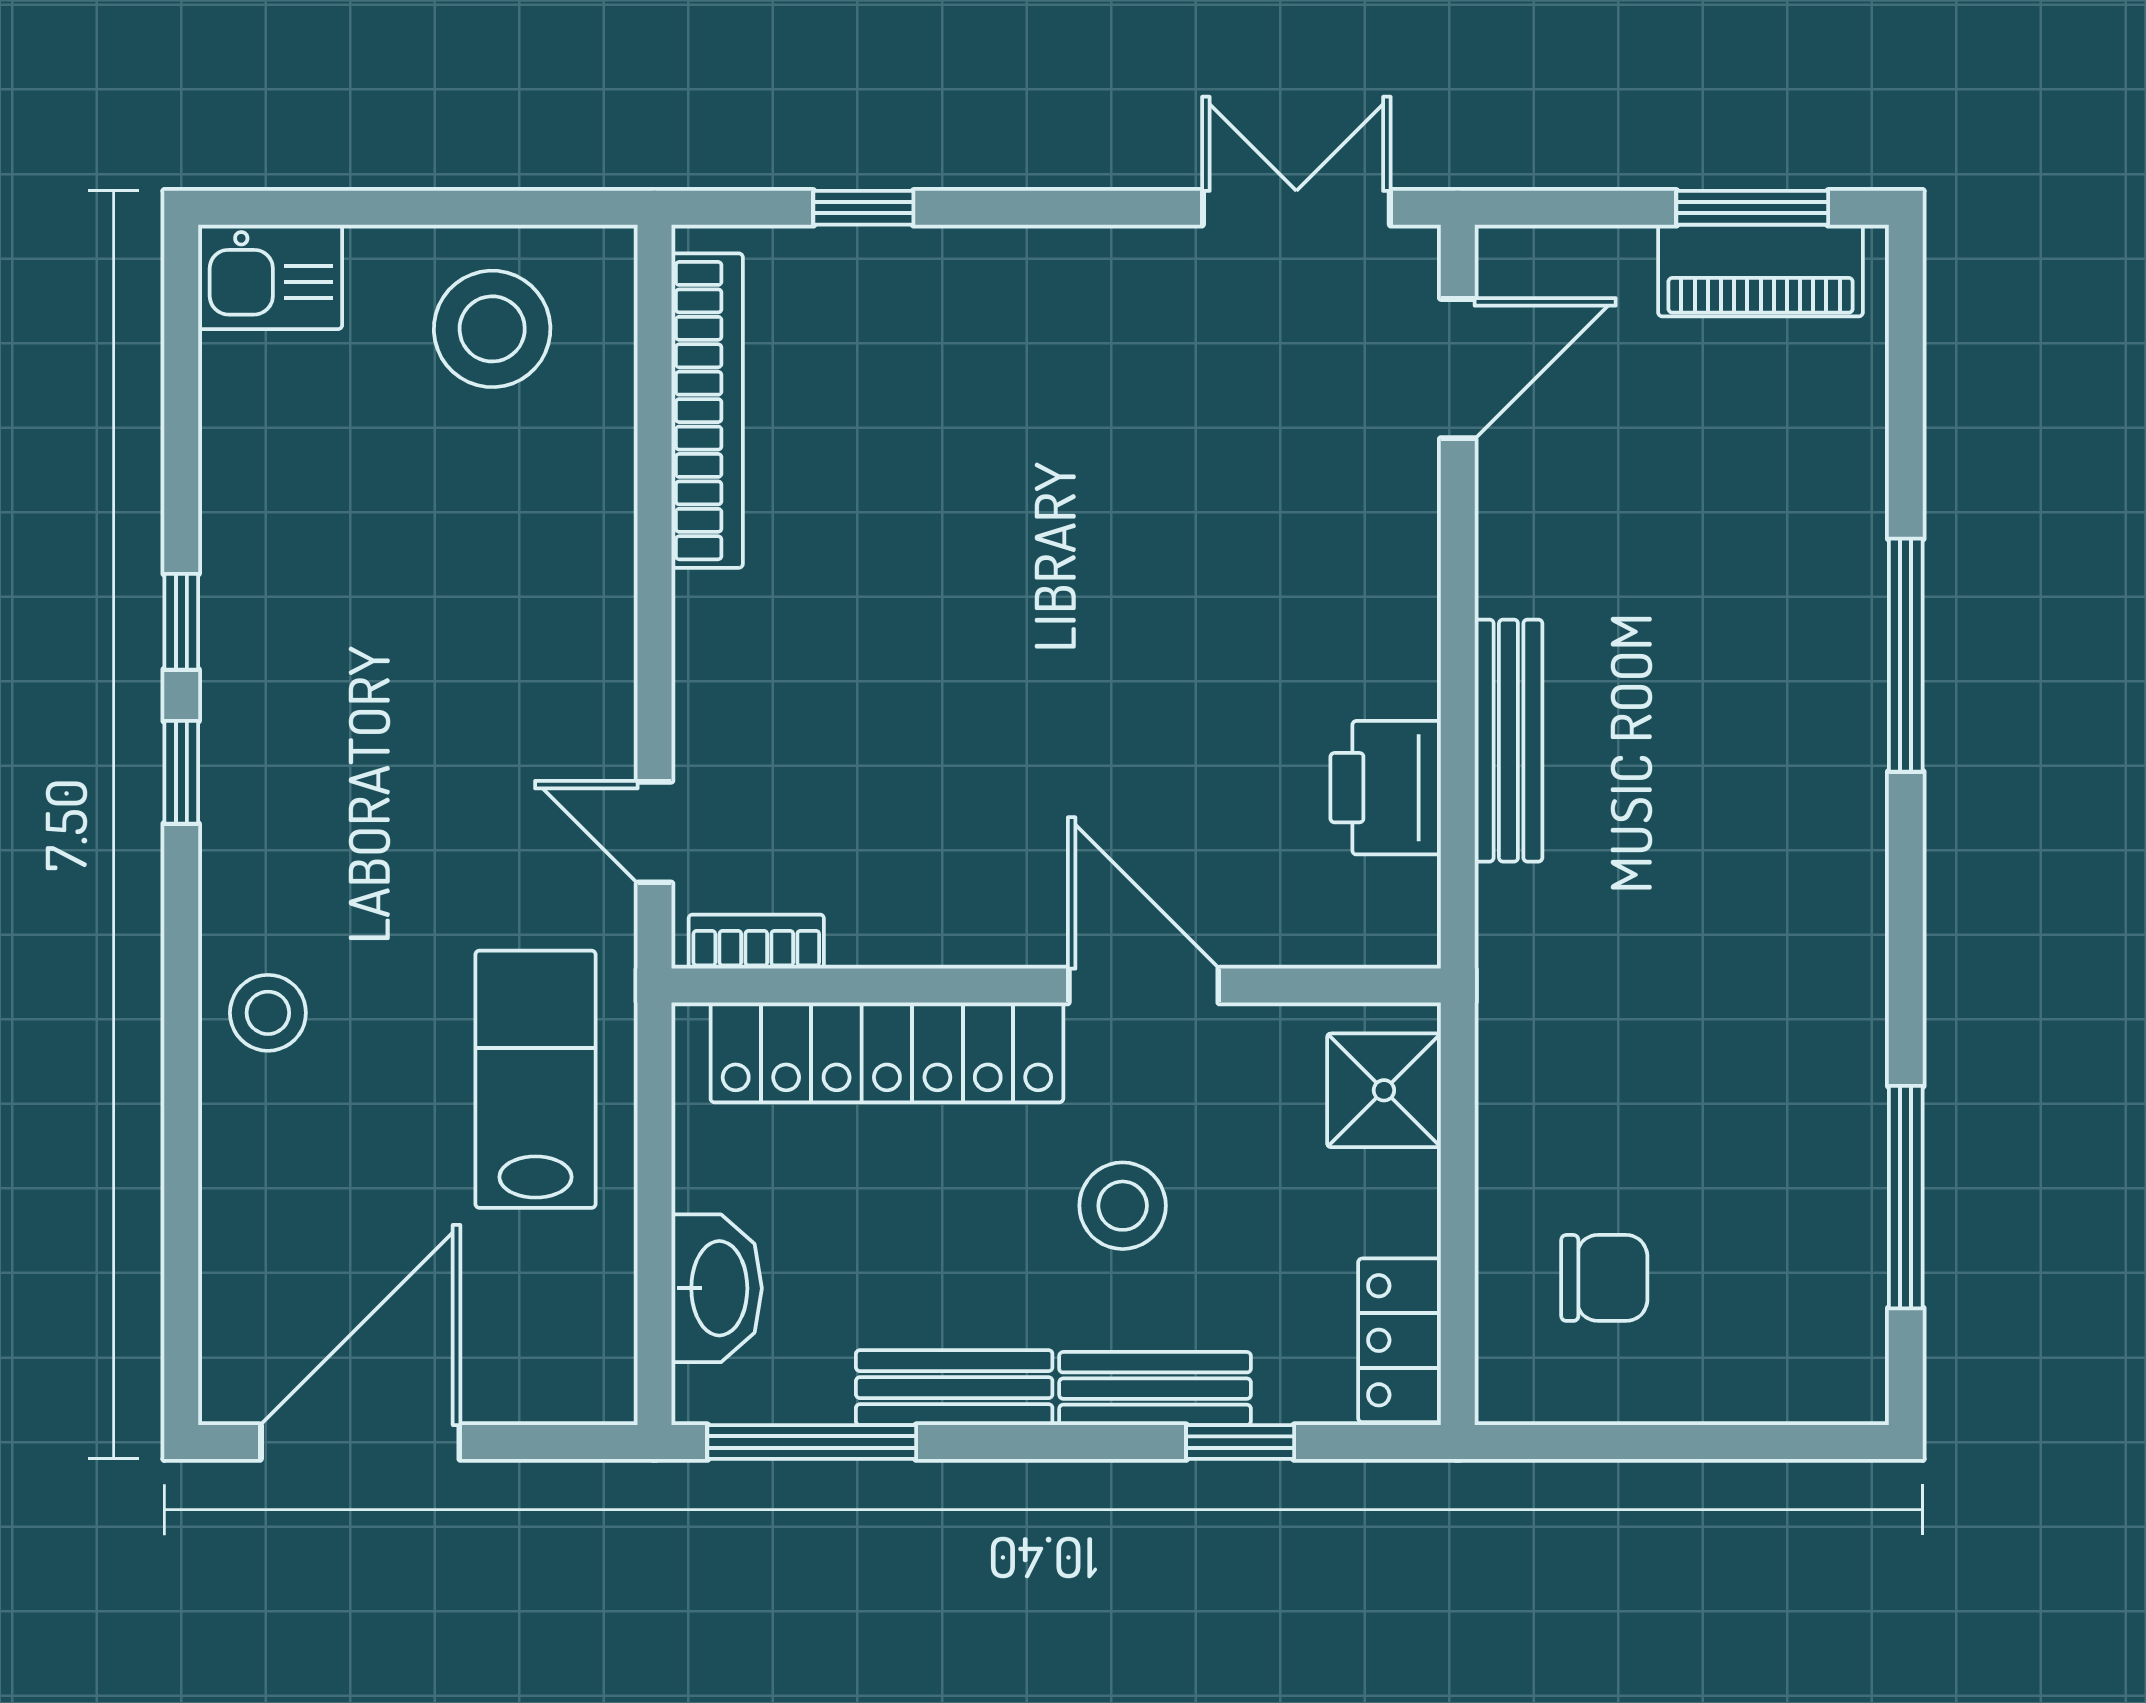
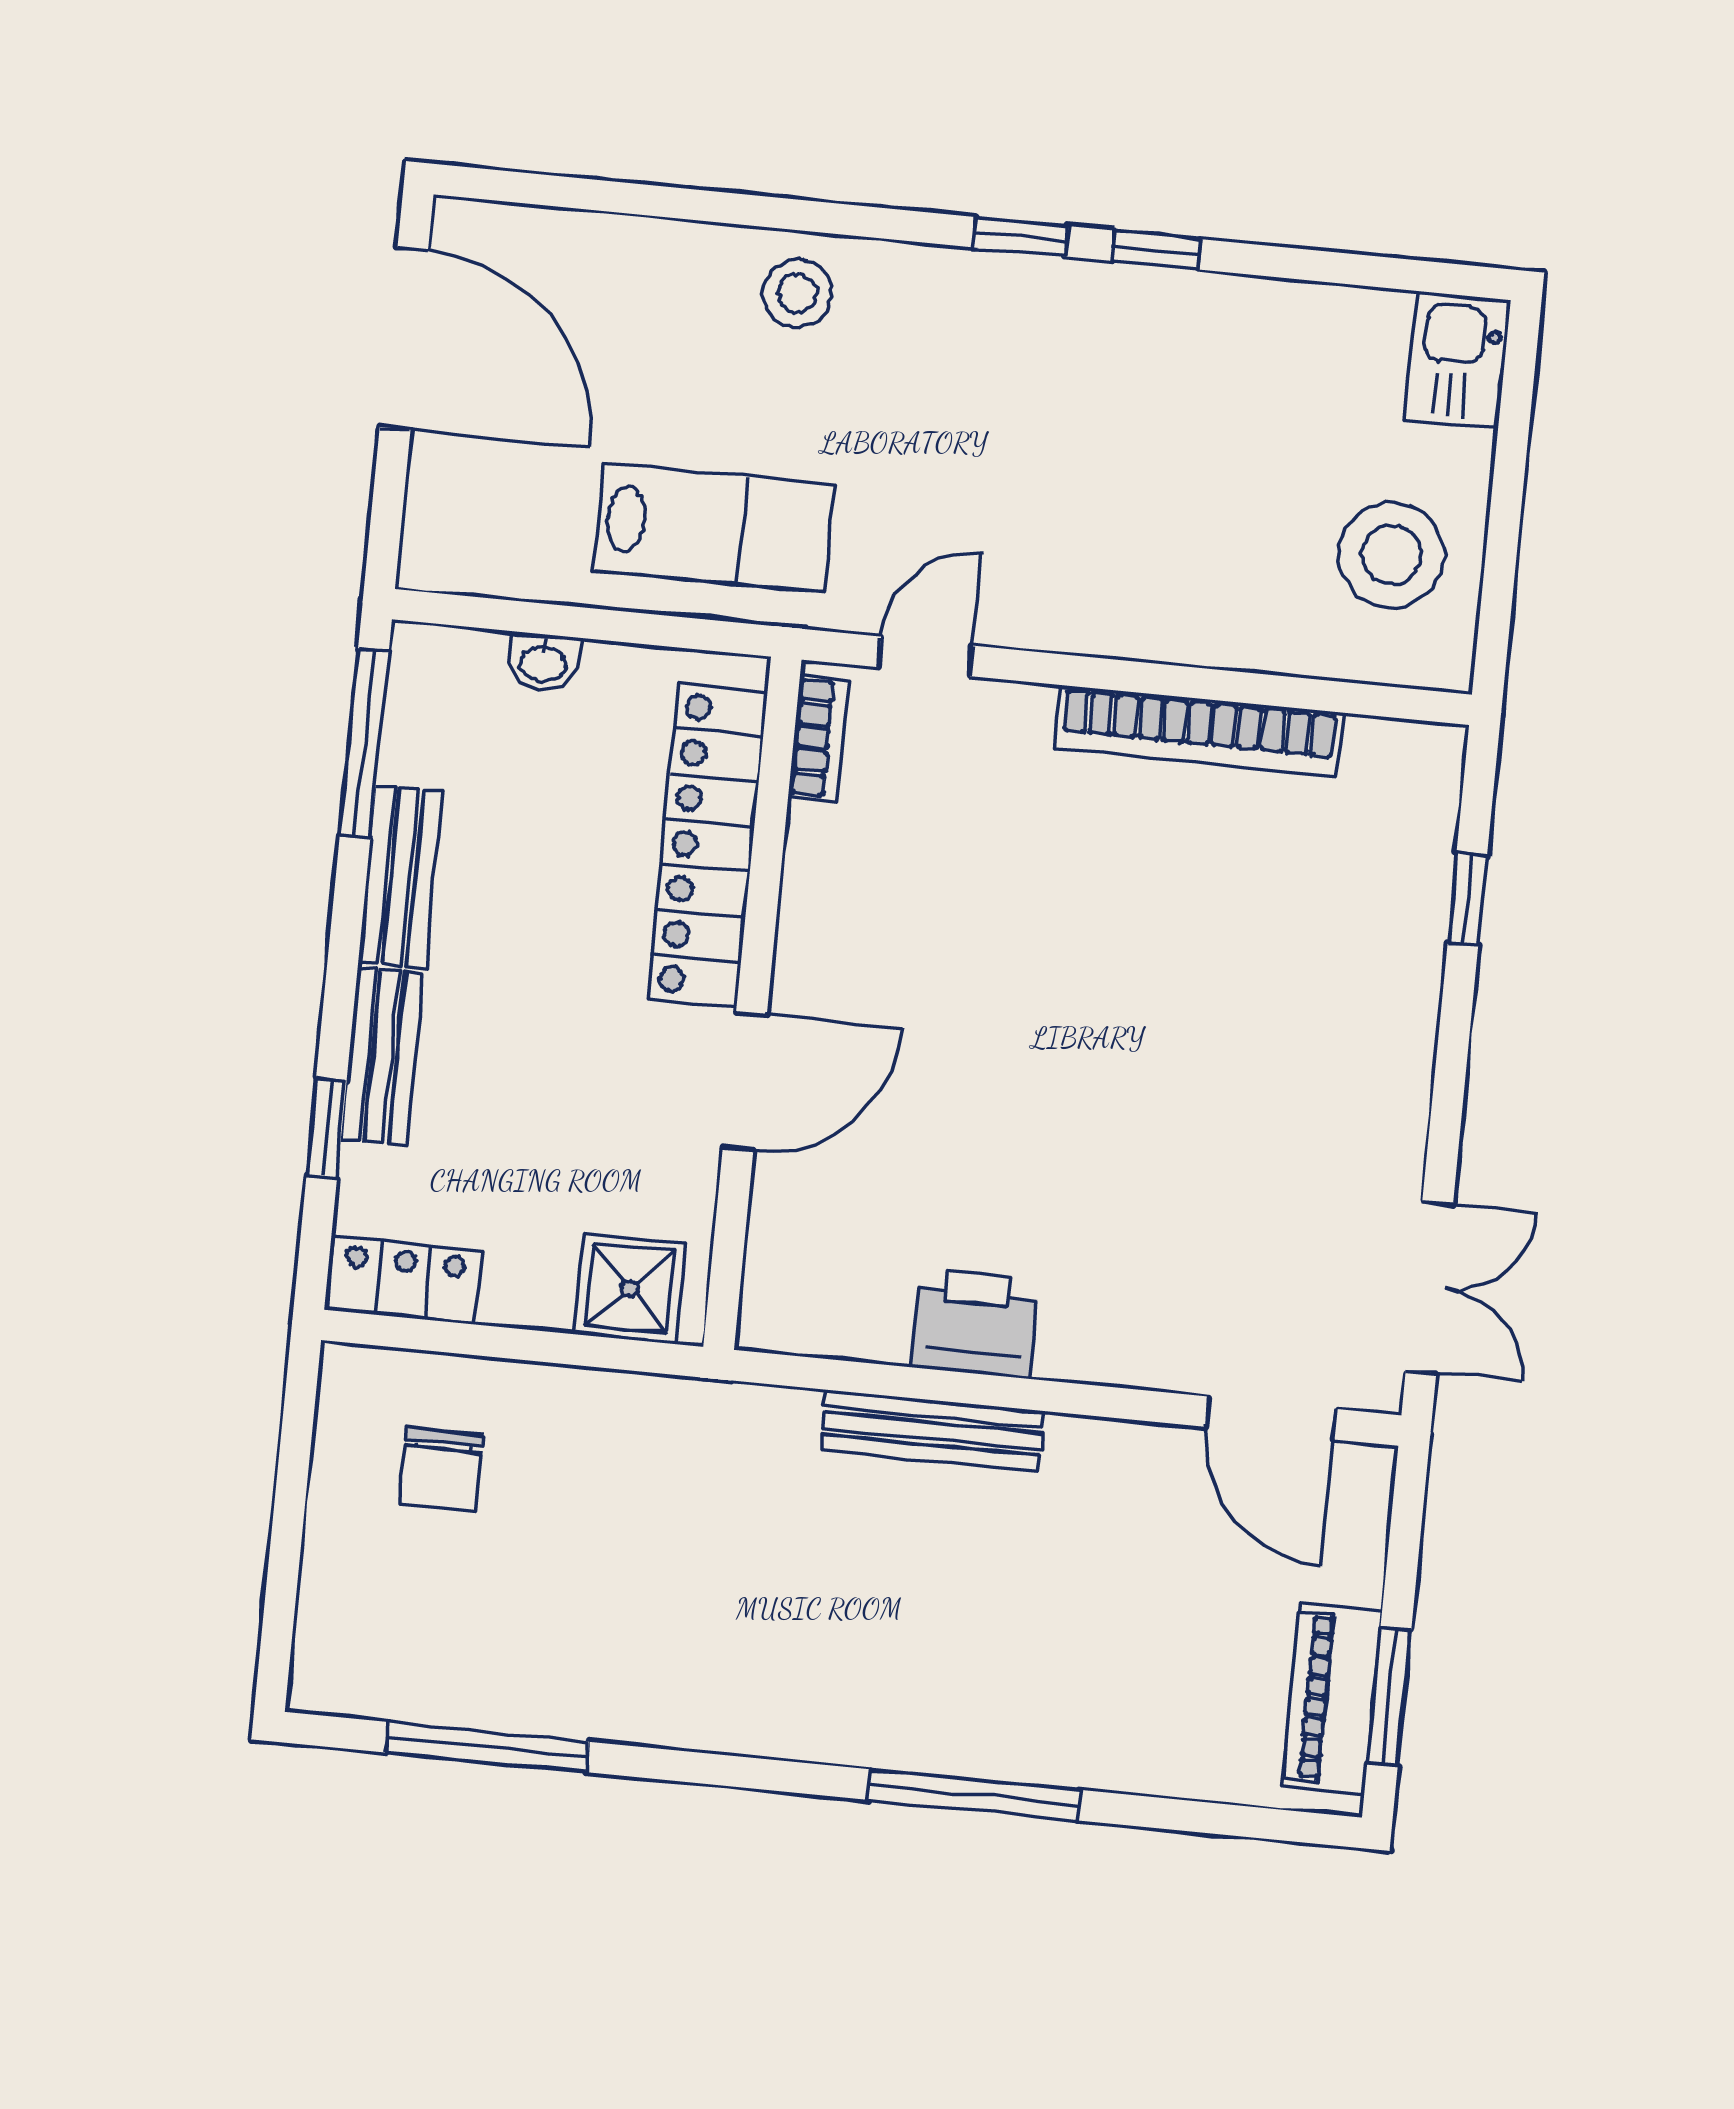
bookcase: (707, 411) -> (1199, 731), moved
printer: (1386, 788) -> (975, 1324), moved
stool: (1123, 1206) -> (549, 1044), removed
washbasin: (717, 1288) -> (544, 662), width x0.52, depth x0.69

